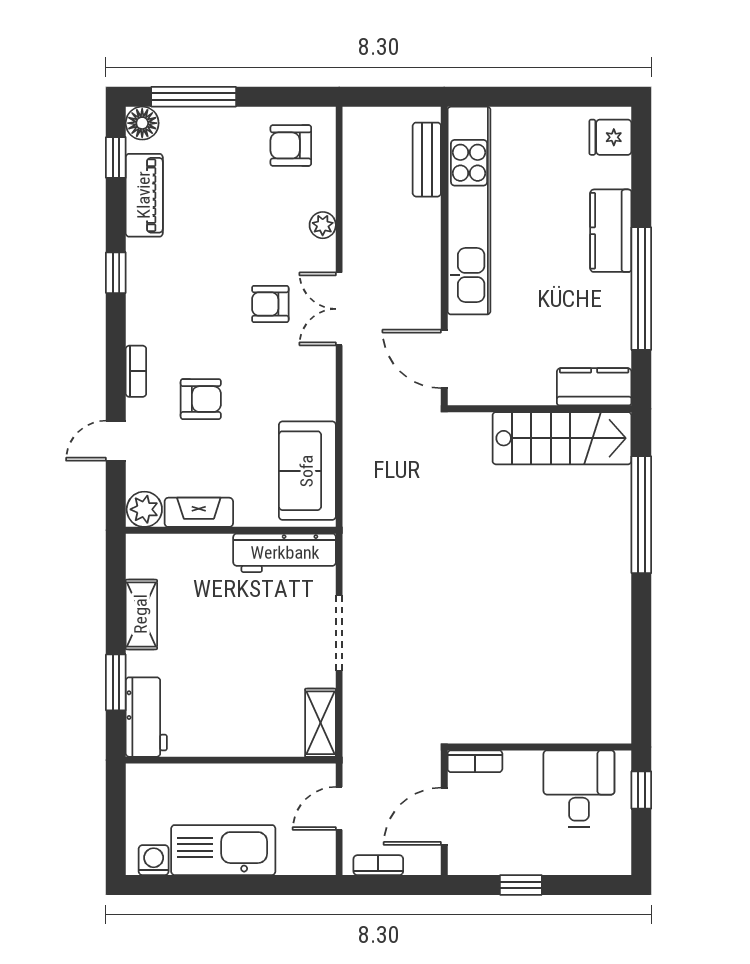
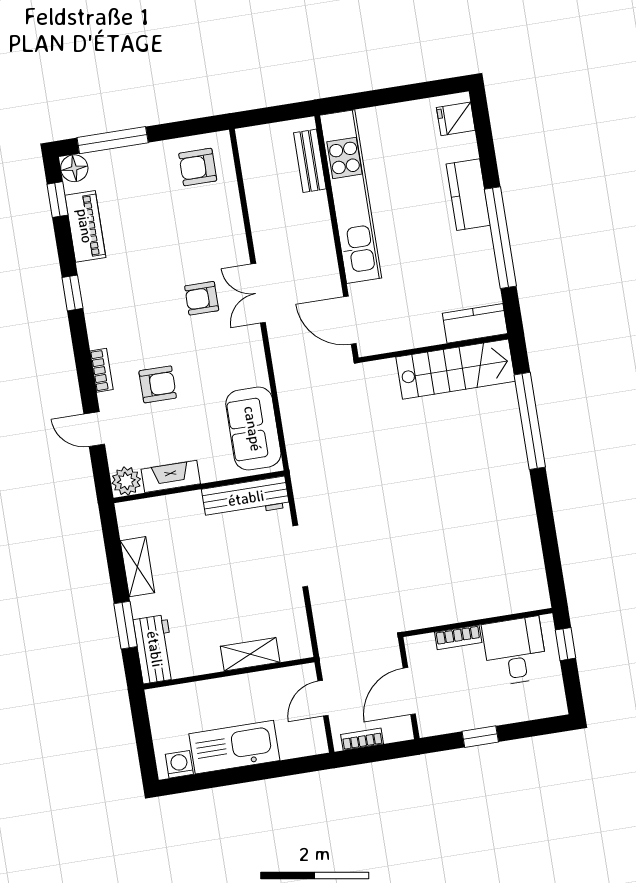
plant: (323, 225) -> (234, 227), removed
door: (116, 441) -> (94, 429), hinge flipped
shelving: (321, 723) -> (250, 654), moved, turned 90
bookcase: (475, 761) -> (458, 637), moved

